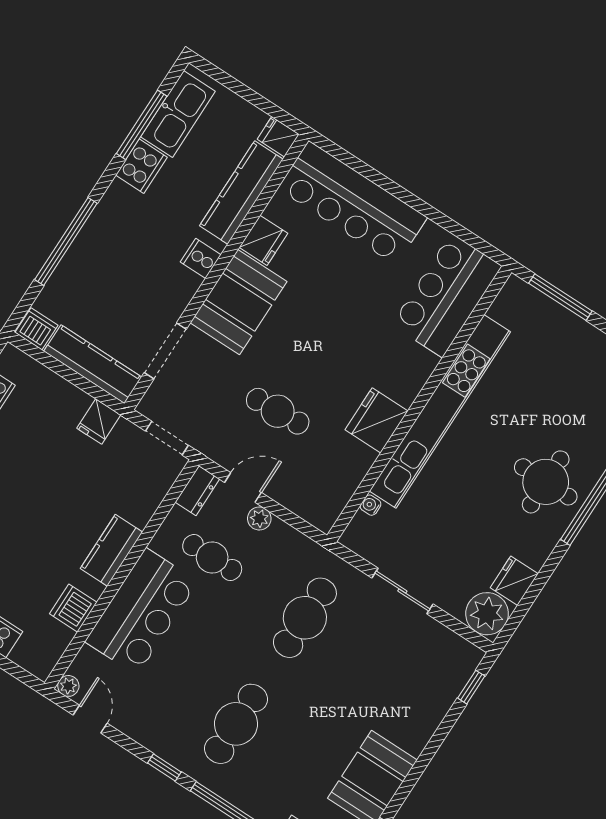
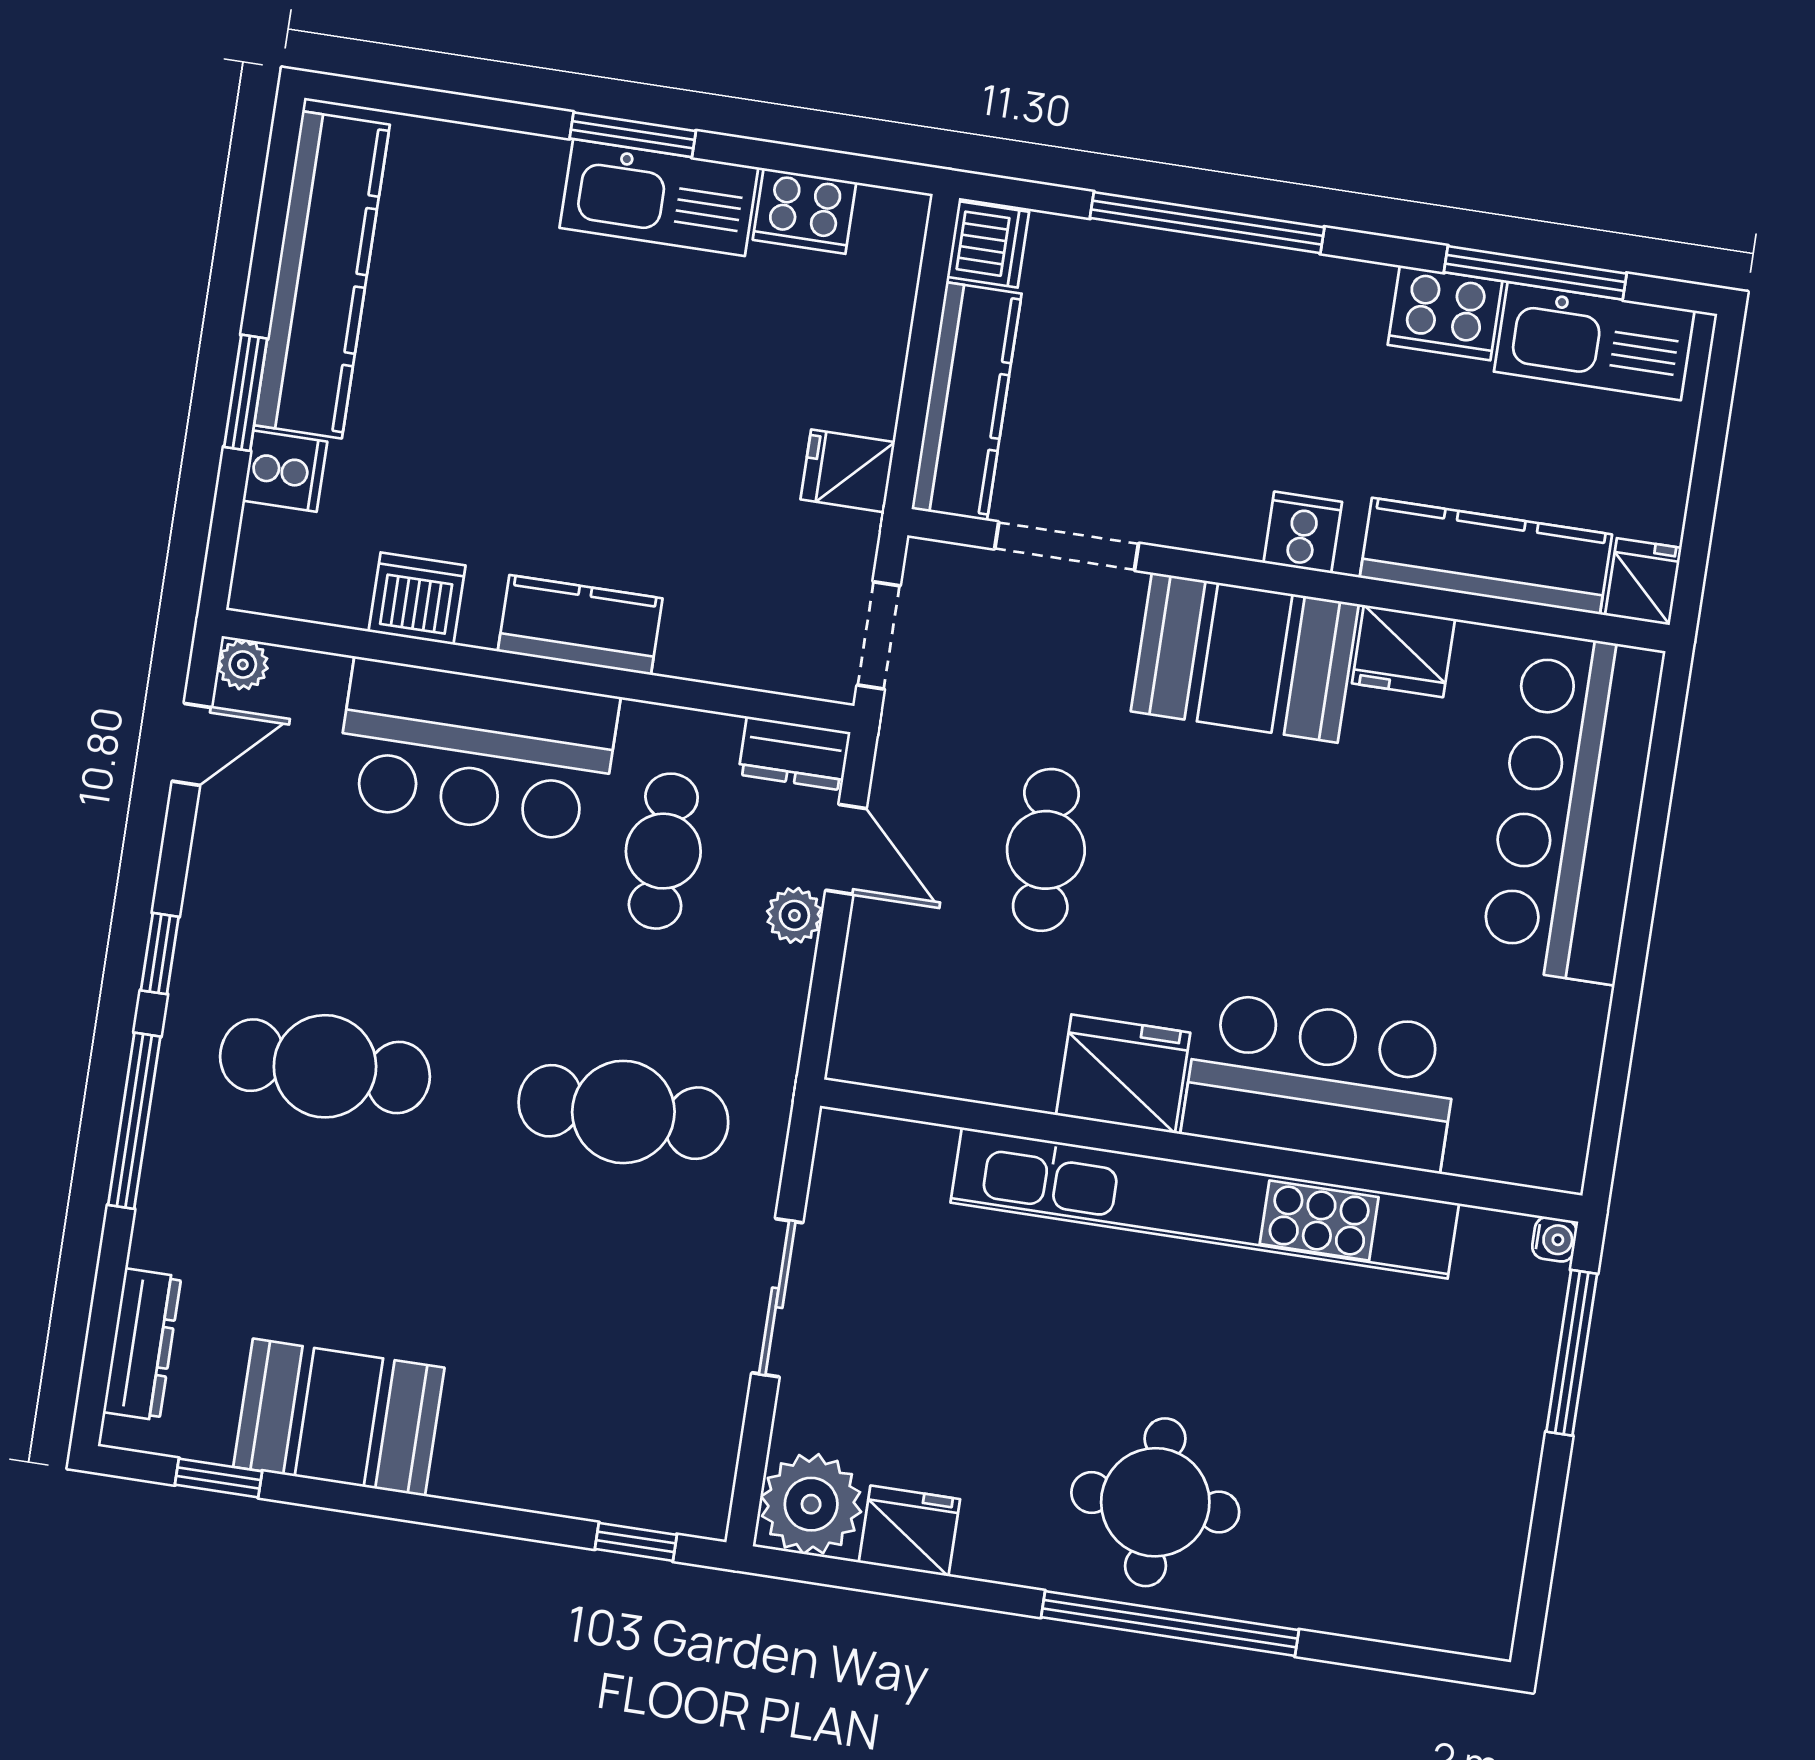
bar counter: (447, 295) -> (1321, 1082), moved
water cooler: (371, 505) -> (1554, 1239), moved, turned 90

